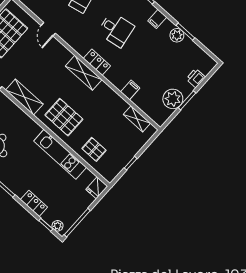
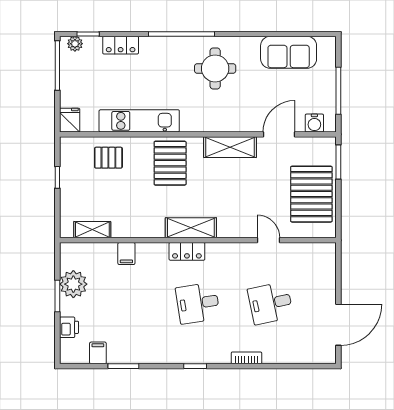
filing cabinet: (157, 19) -> (98, 353), moved
plant: (177, 35) -> (129, 354), removed
pallet: (64, 117) -> (170, 163), turned 90

